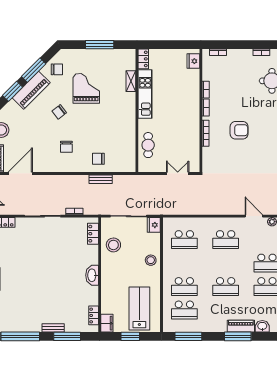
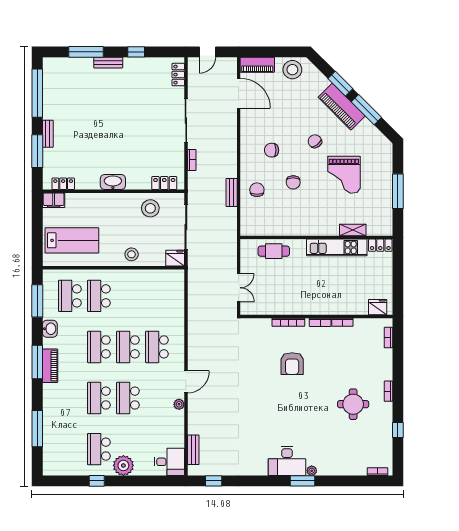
chair: (57, 69) -> (293, 182), moved
grand piano: (86, 88) -> (344, 175), turned 90
school desk: (184, 240) -> (128, 347), moved
washbasin: (262, 326) -> (50, 329), moved
window: (130, 336) -> (37, 229), removed

